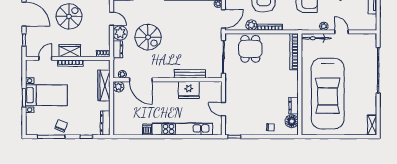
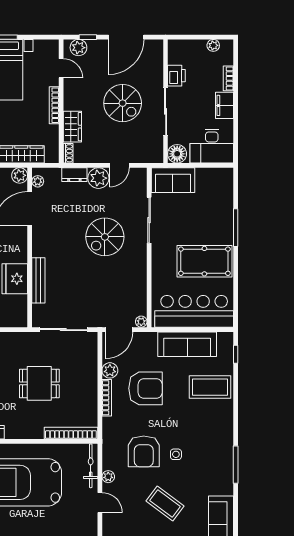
door: (223, 19) -> (119, 330), hinge flipped
door: (341, 32) -> (100, 503), hinge flipped
spiral stairs: (148, 37) -> (105, 237), moved
plant: (31, 47) -> (78, 48), added
dining table: (250, 49) -> (39, 383), moved
wardrobe: (70, 51) -> (72, 127), moved

